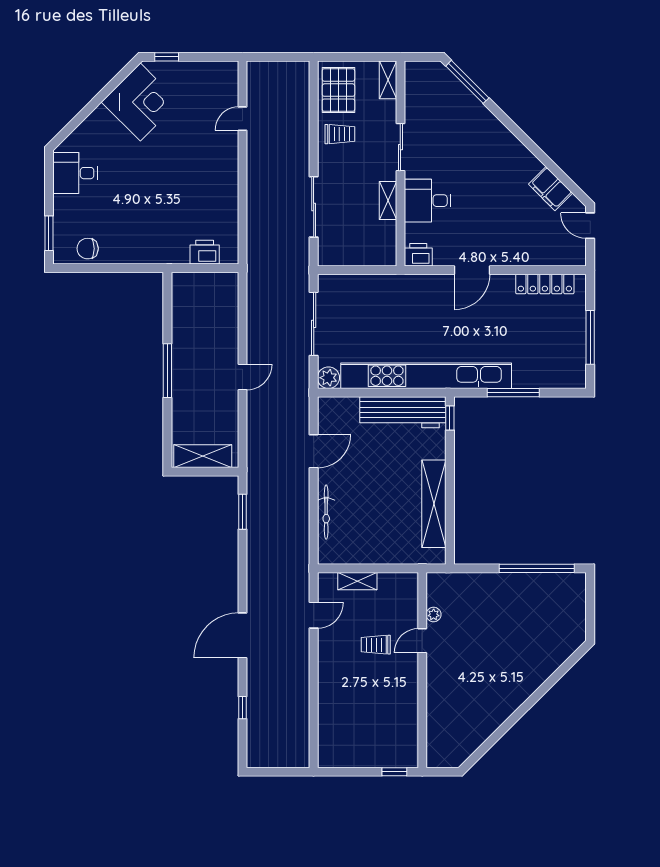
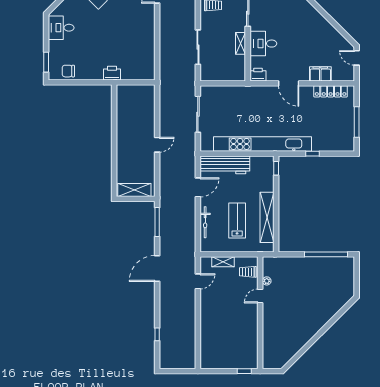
filing cabinet: (551, 189) -> (320, 74), moved, turned 135
printer: (205, 252) -> (112, 73), moved
door: (472, 270) -> (289, 83), hinge flipped
window: (167, 371) -> (114, 141), removed
plant: (328, 378) -> (206, 145), removed
window: (513, 393) -> (312, 154), width x0.46
workbench: (403, 412) -> (225, 165), moved
lab bench: (382, 509) -> (237, 220), added
window: (242, 512) -> (157, 222), width x1.44
door: (242, 635) -> (157, 268), moved
trolley: (376, 645) -> (248, 272), moved

